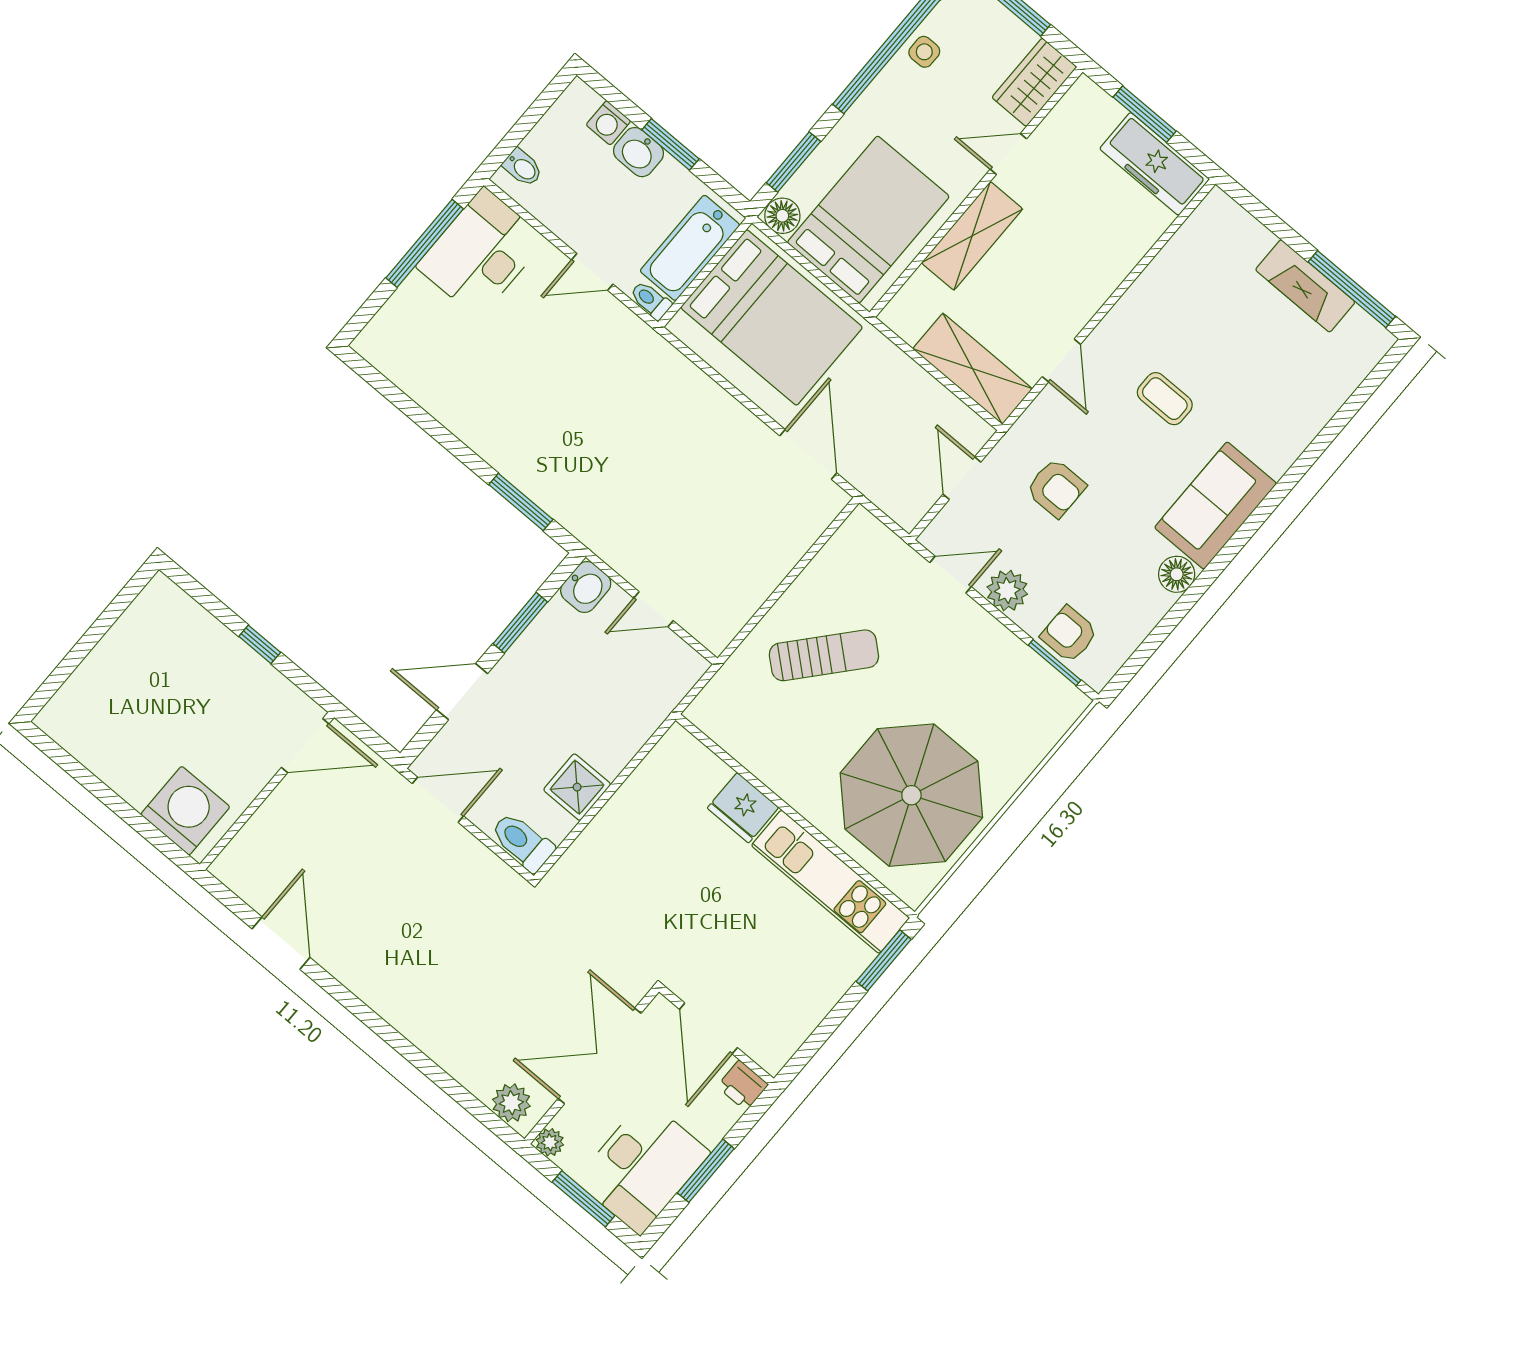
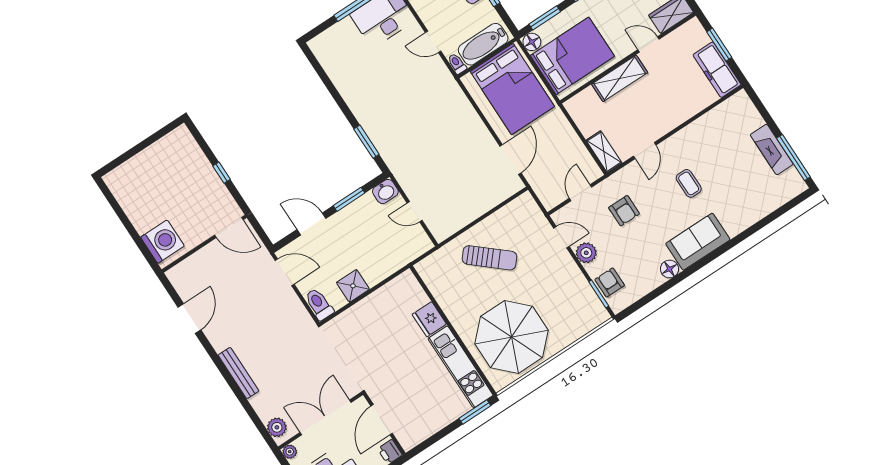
shelving: (973, 369) -> (604, 152), width x0.67, depth x0.75
bench: (407, 1020) -> (239, 373), added

